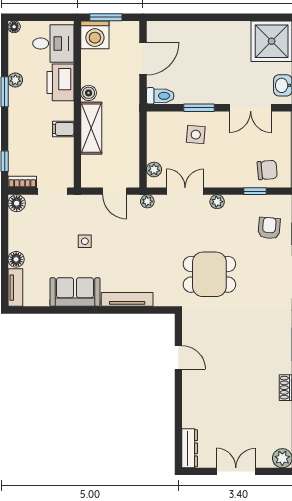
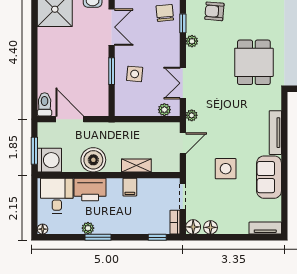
boiler: (89, 93) -> (93, 160), width x1.86, depth x1.86
toilet: (160, 96) -> (45, 104), moved
shelving: (91, 128) -> (136, 165), width x0.67, depth x0.75
plant: (217, 202) -> (192, 41), moved
side table: (85, 241) -> (226, 169), width x1.87, depth x1.87
floor lamp: (16, 259) -> (210, 227), moved

